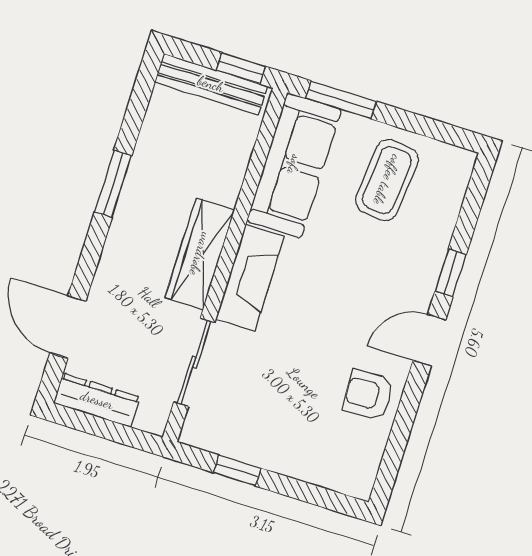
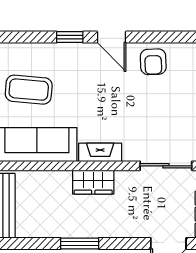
wardrobe: (200, 254) -> (93, 182), width x0.67
fireplace: (250, 278) -> (100, 152), width x0.73, depth x0.76

